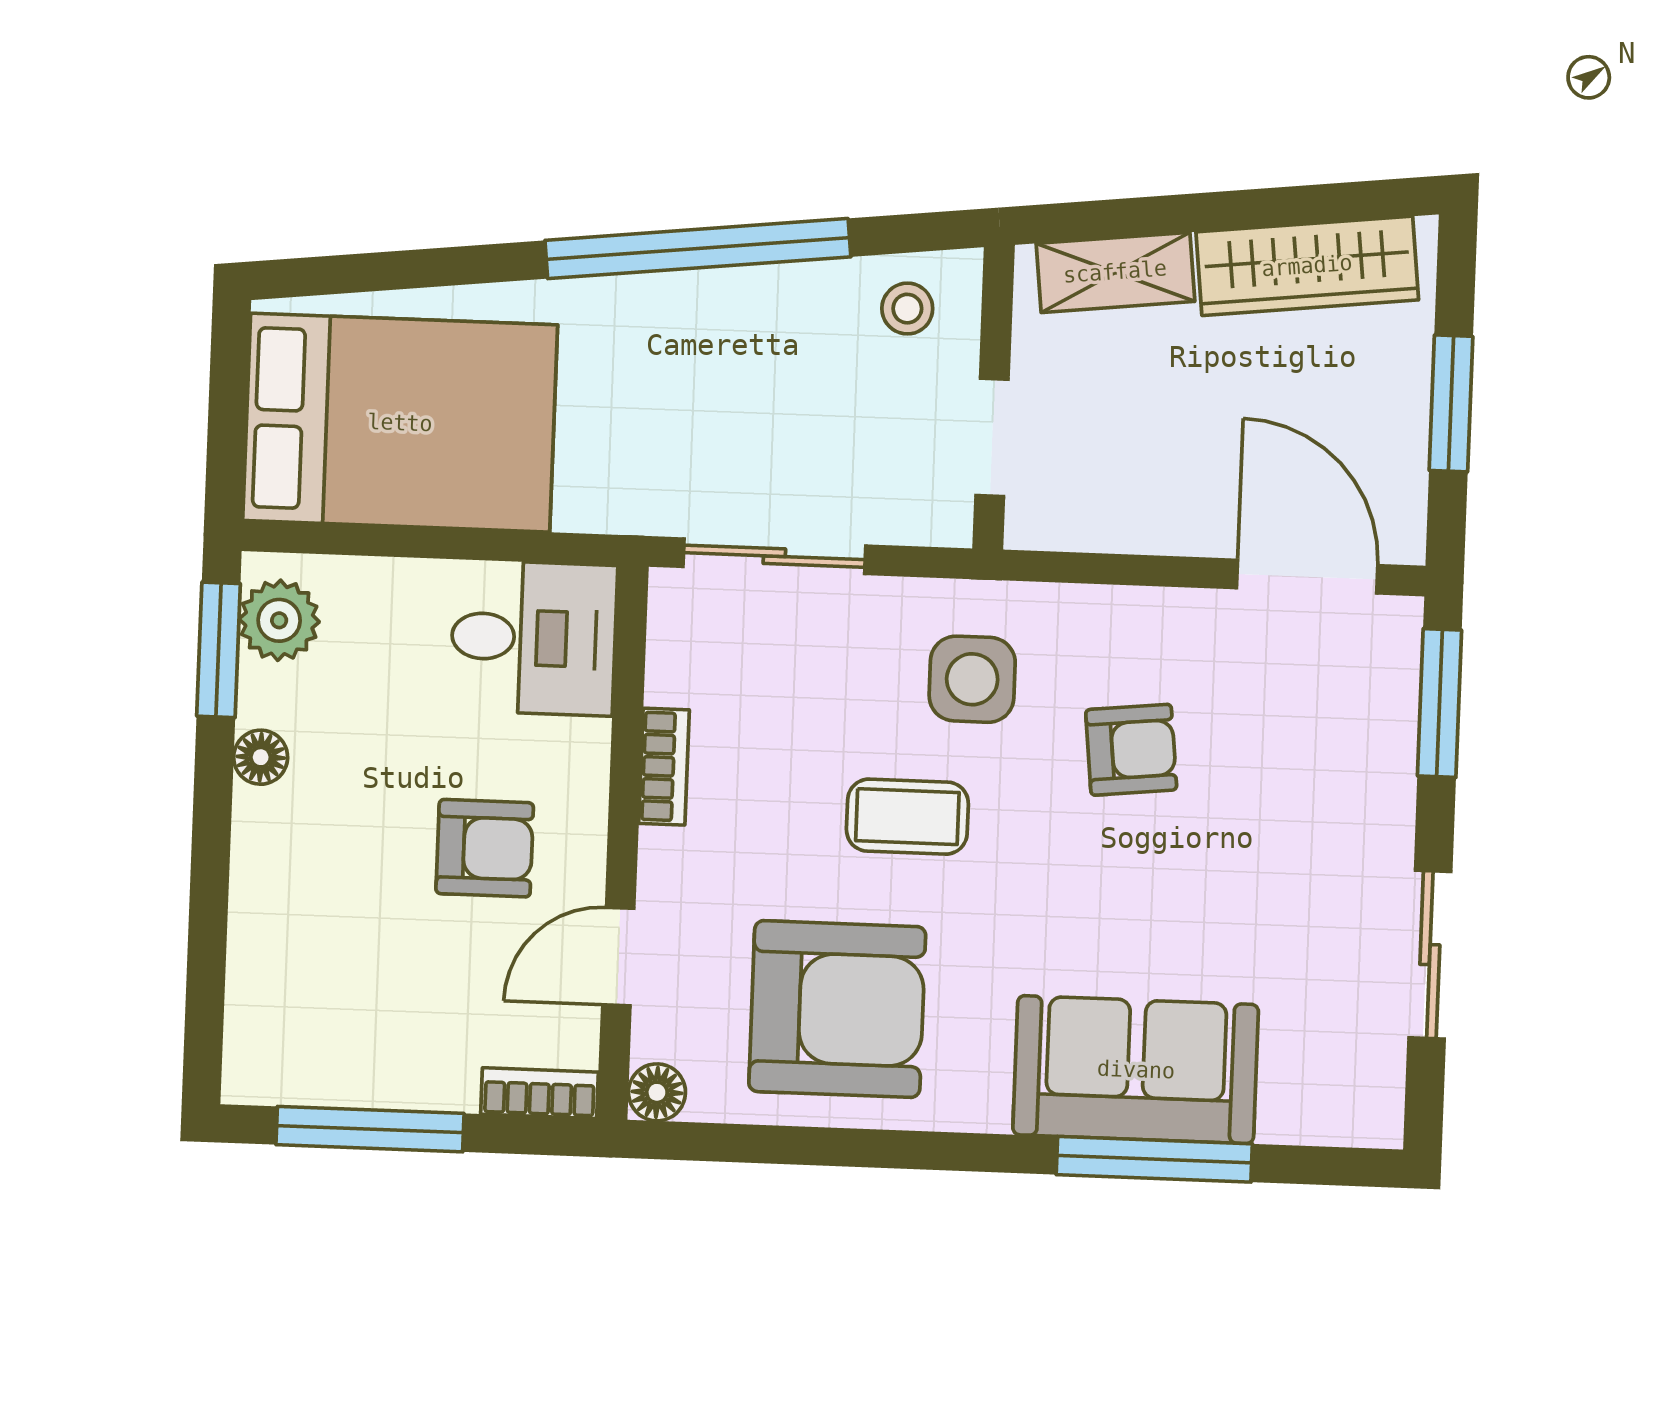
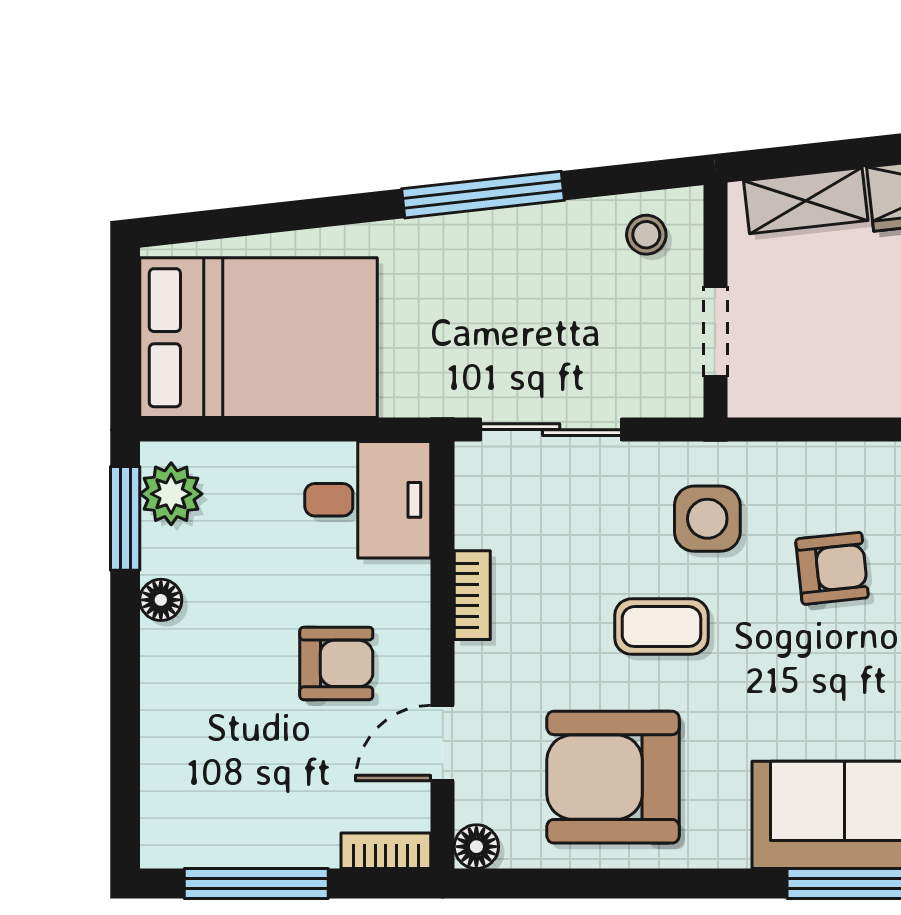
window: (698, 249) -> (483, 195), width x0.68
armchair: (837, 1009) -> (613, 777), turned 180

